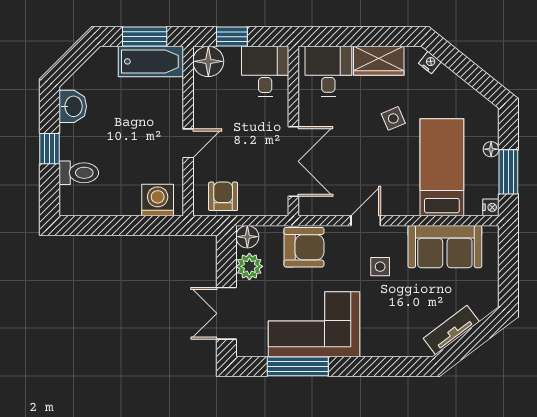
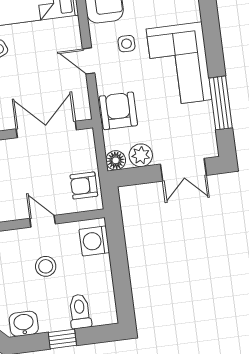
stool: (136, 140) -> (46, 266), added
corner sofa: (314, 324) -> (179, 64), moved

